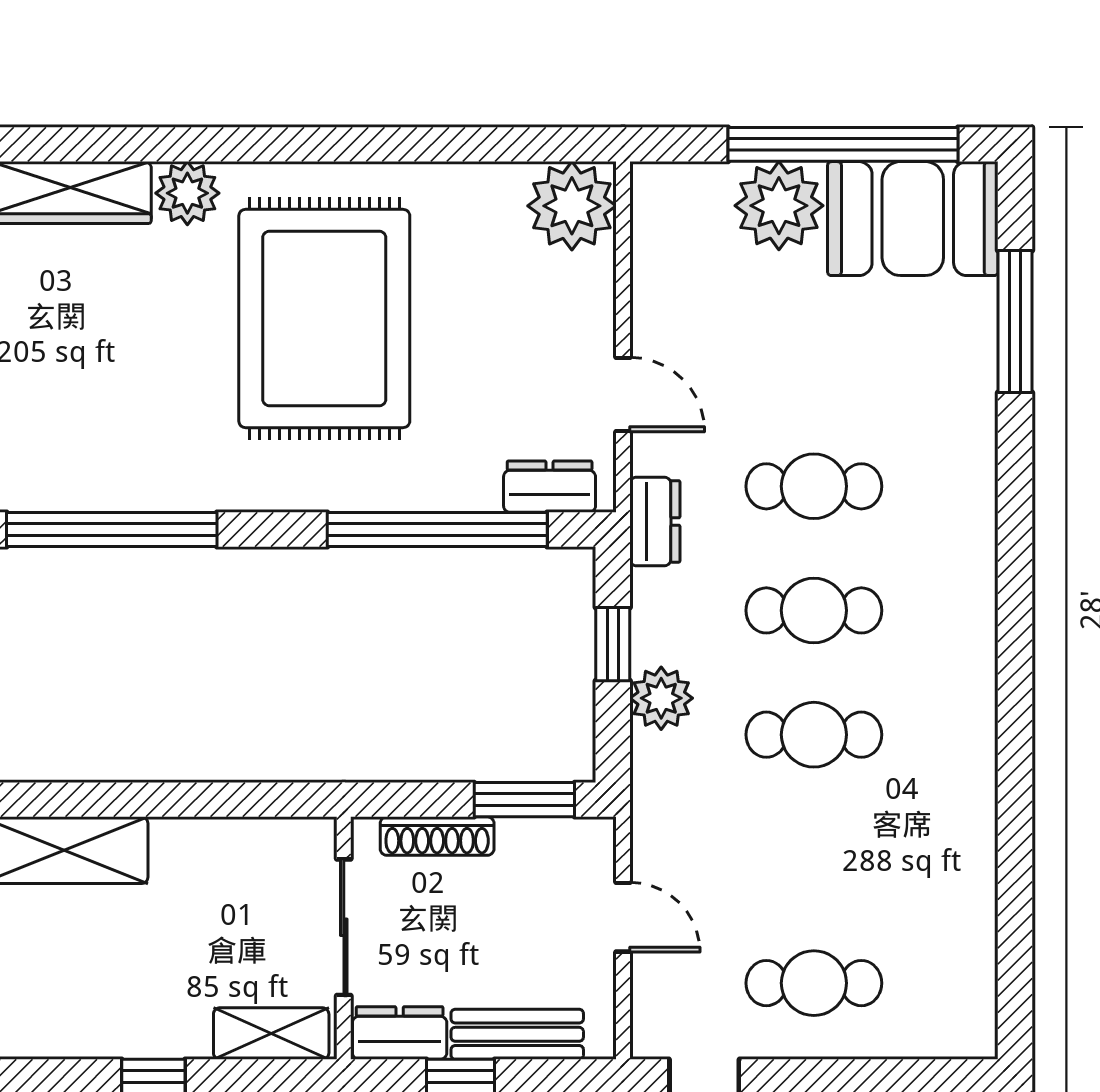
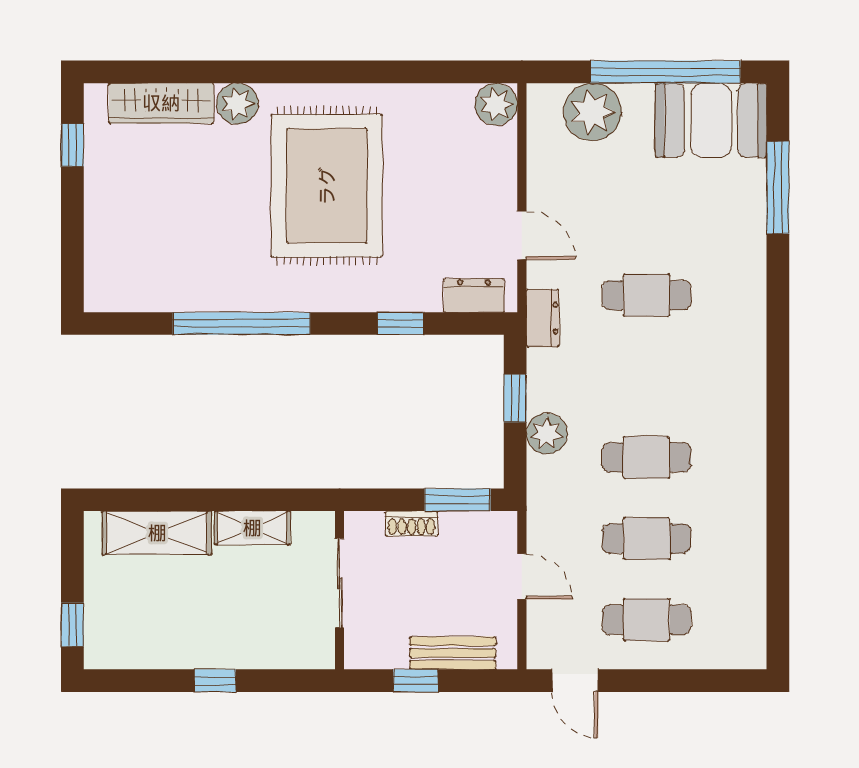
plant: (572, 206) -> (496, 104), width x0.73, depth x0.73
plant: (779, 206) -> (592, 112), moved
window: (112, 530) -> (241, 323), moved
window: (437, 530) -> (401, 323), width x0.32
cafe table: (814, 610) -> (646, 539), moved
shoe rack: (437, 836) -> (412, 524), width x0.70
dresser: (400, 1033) -> (376, 652), removed
shelving: (271, 1034) -> (252, 528), moved

